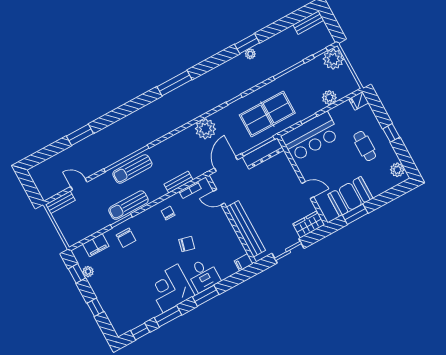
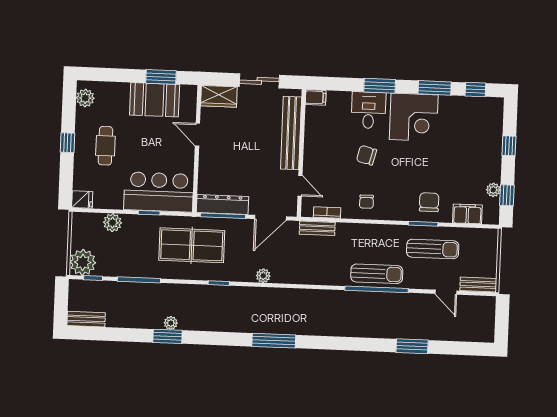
plant: (205, 129) -> (263, 276), width x0.53, depth x0.53
bench: (178, 182) -> (317, 228), moved
sun lounger: (128, 205) -> (433, 249), moved

